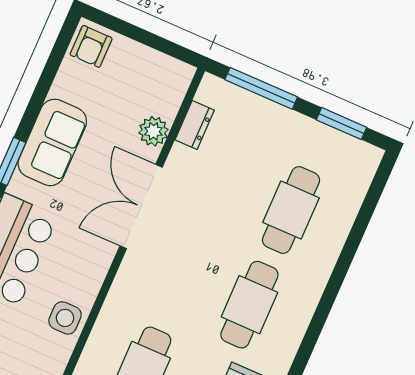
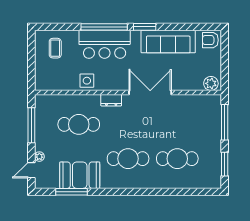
dresser: (195, 125) -> (111, 100), moved
plant: (153, 131) -> (211, 83), moved
sofa: (52, 142) -> (168, 41), width x1.36

